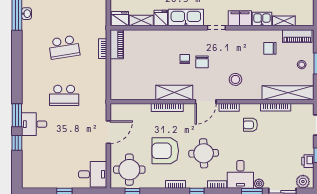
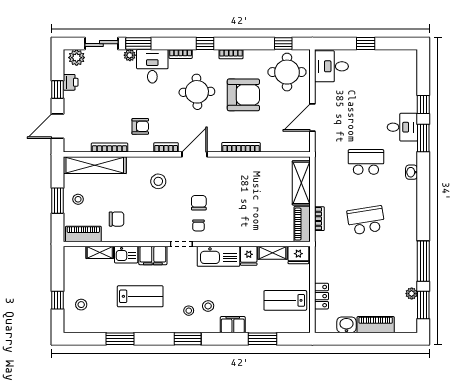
washbasin: (27, 14) -> (412, 172), moved
chair: (185, 59) -> (198, 225), moved
shelving: (174, 93) -> (301, 183), moved, turned 90

